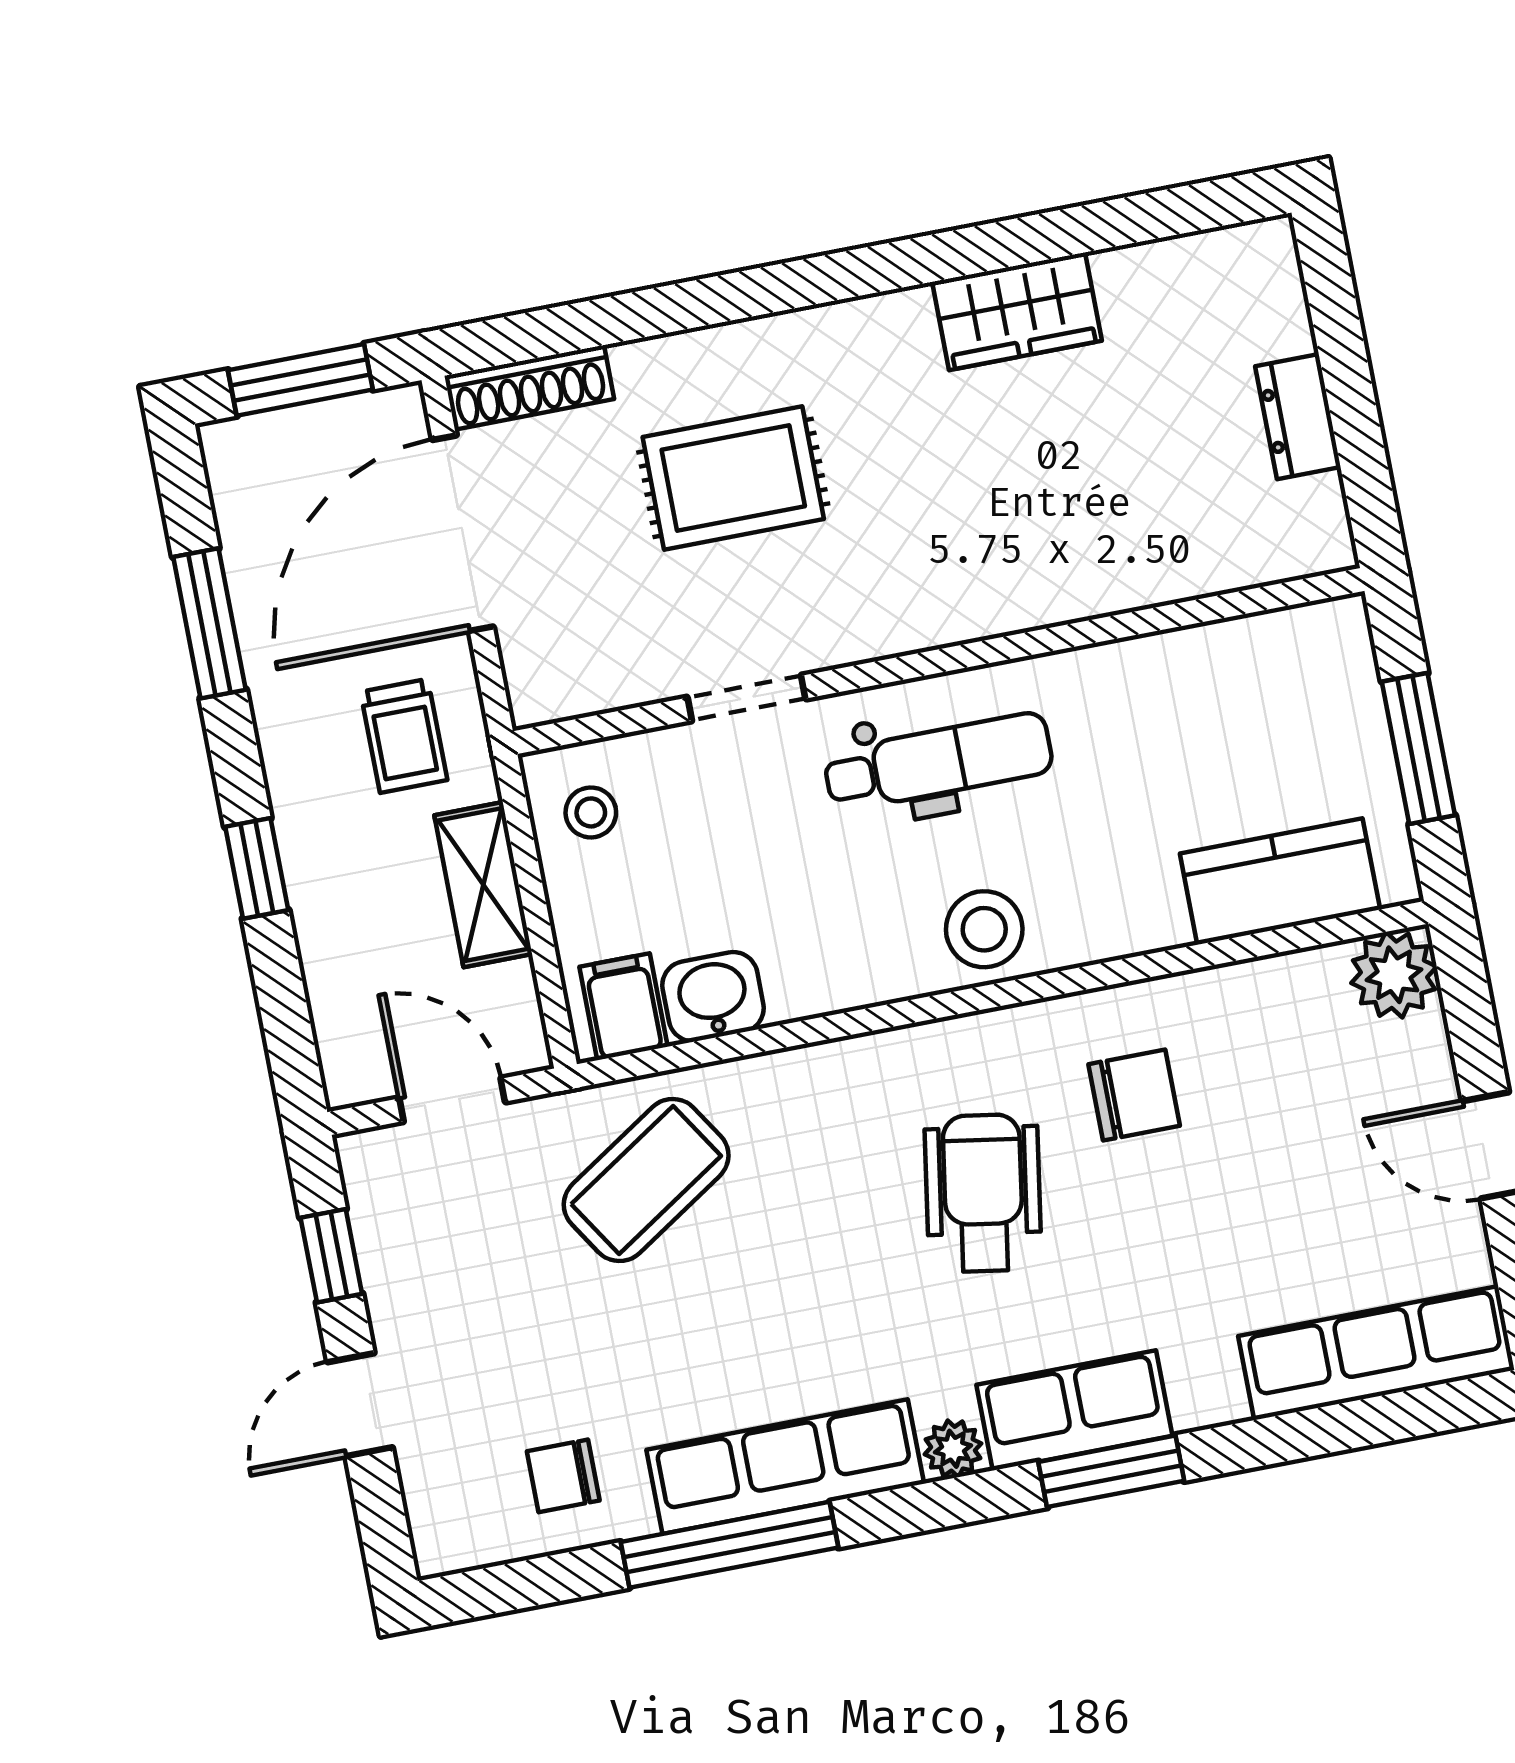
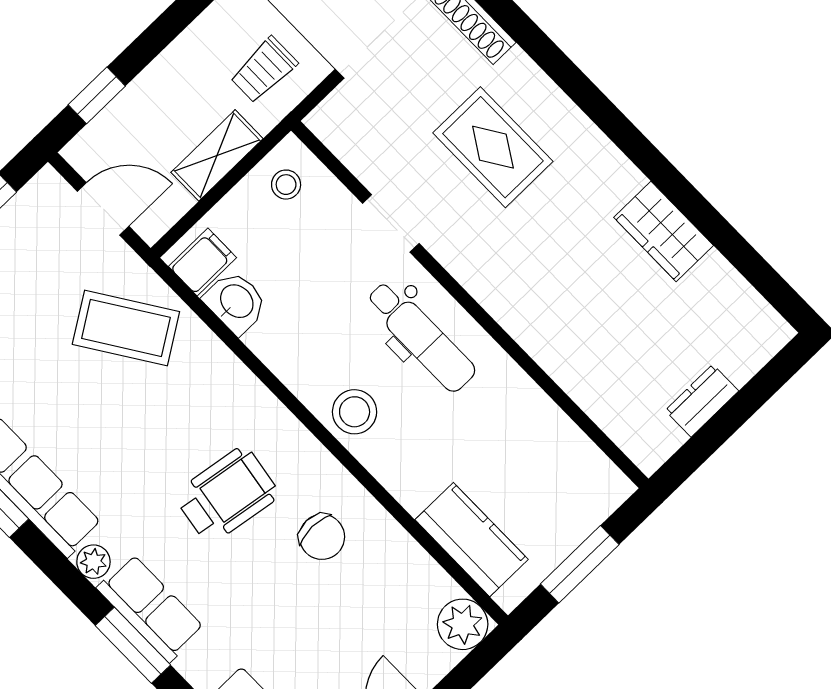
window: (257, 868) -> (97, 95), moved
door: (452, 1100) -> (103, 209), hinge flipped

